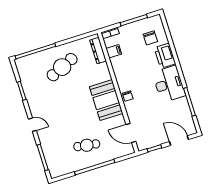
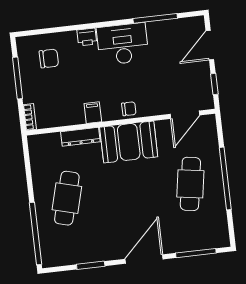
dresser: (98, 51) -> (80, 137), moved
filing cabinet: (114, 51) -> (93, 113), moved
printer: (165, 56) -> (87, 37), width x0.53, depth x0.68
cafe table: (62, 67) -> (67, 198), turned 39
door: (32, 125) -> (144, 259), width x1.87
cafe table: (87, 145) -> (190, 184), width x1.37, depth x1.35

